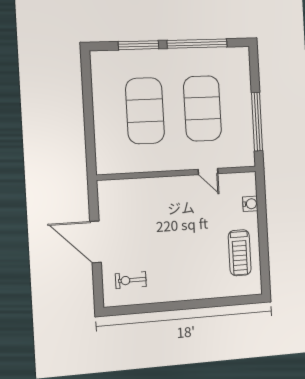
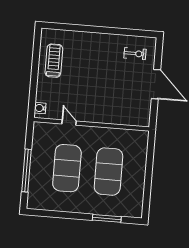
window: (197, 44) -> (64, 215), removed
window: (257, 122) -> (27, 171), moved
water cooler: (250, 204) -> (40, 108), moved

